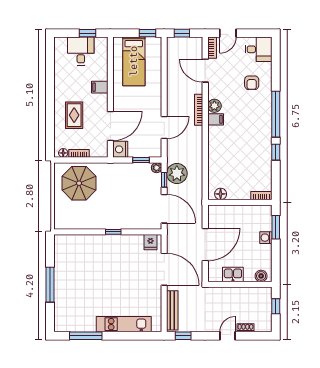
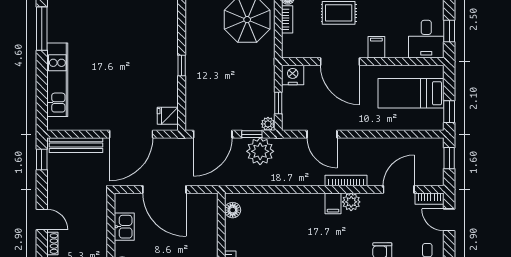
desk: (81, 51) -> (426, 39), moved, turned 90
door: (110, 126) -> (340, 62), moved

